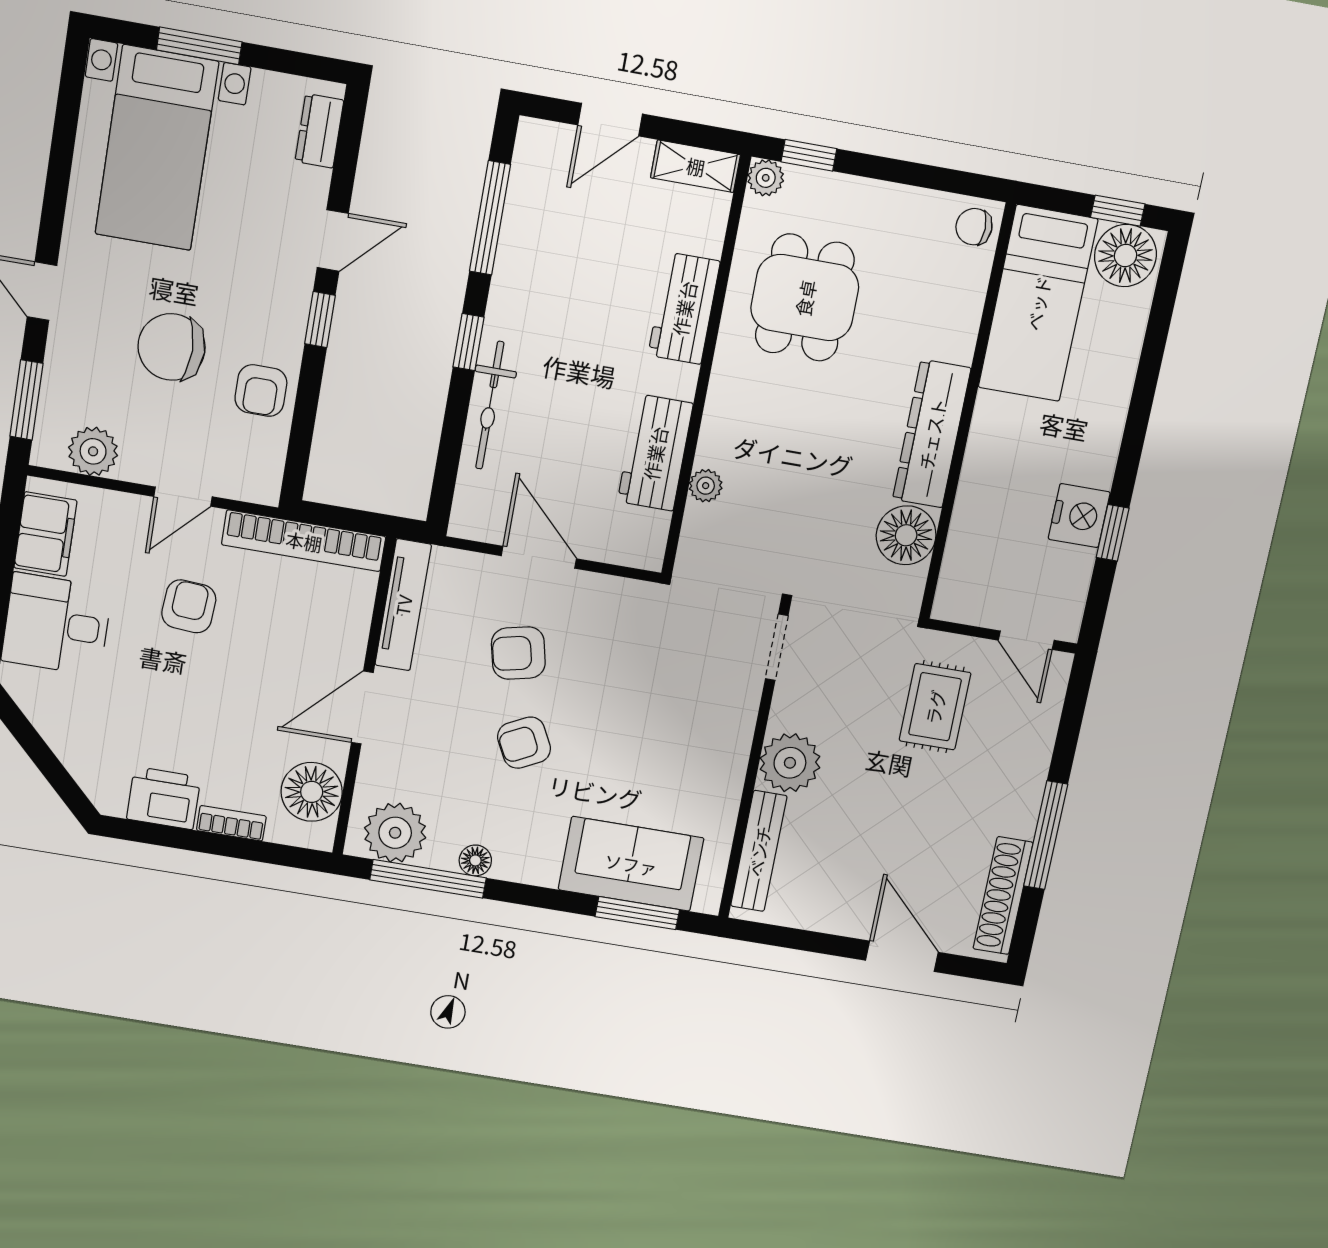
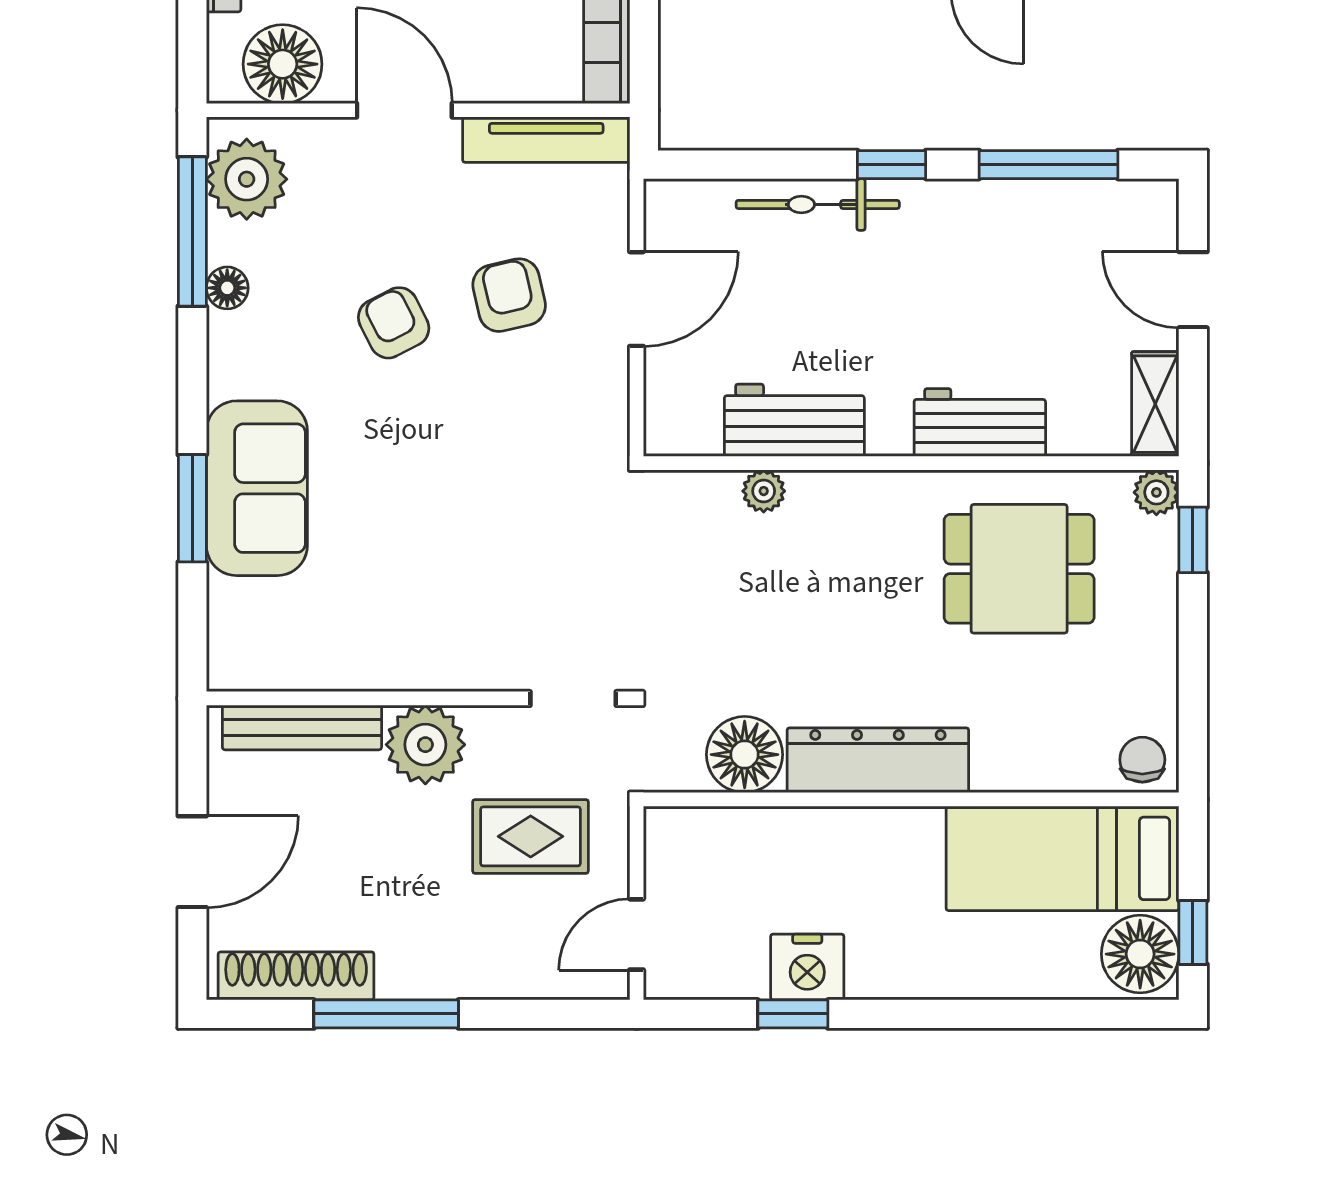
doorway: (777, 647) -> (573, 698), moved
wall: (754, 762) -> (418, 698), moved
plant: (790, 763) -> (425, 745), moved
bench: (759, 851) -> (302, 727), moved

